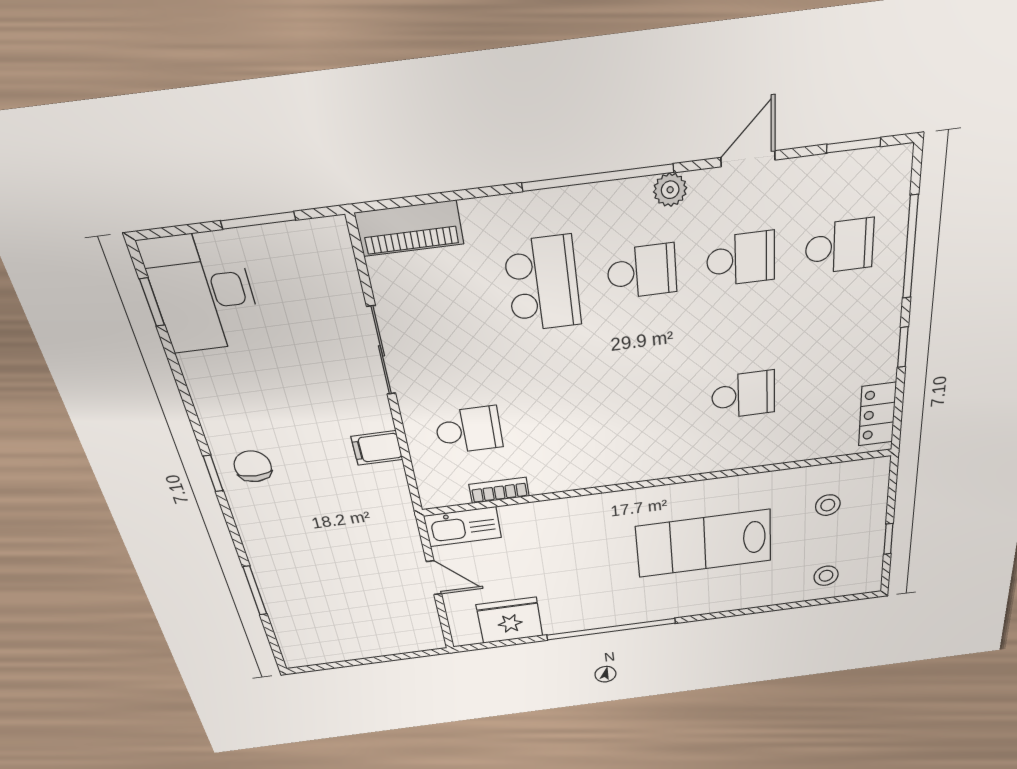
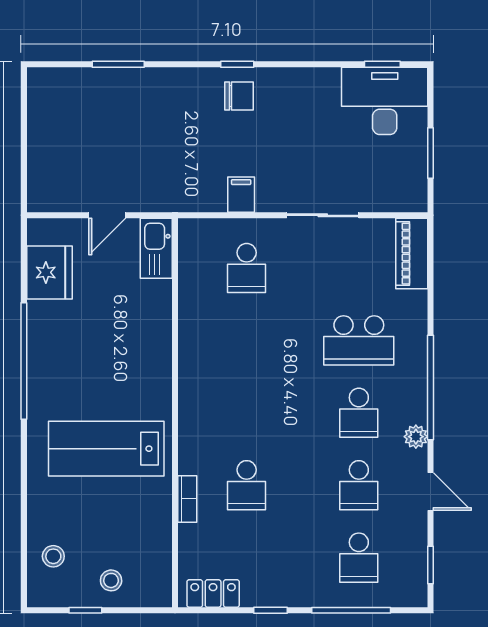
bookcase: (499, 490) -> (187, 499), moved
stool: (828, 505) -> (111, 580), moved
lab bench: (704, 544) -> (106, 449), turned -90

